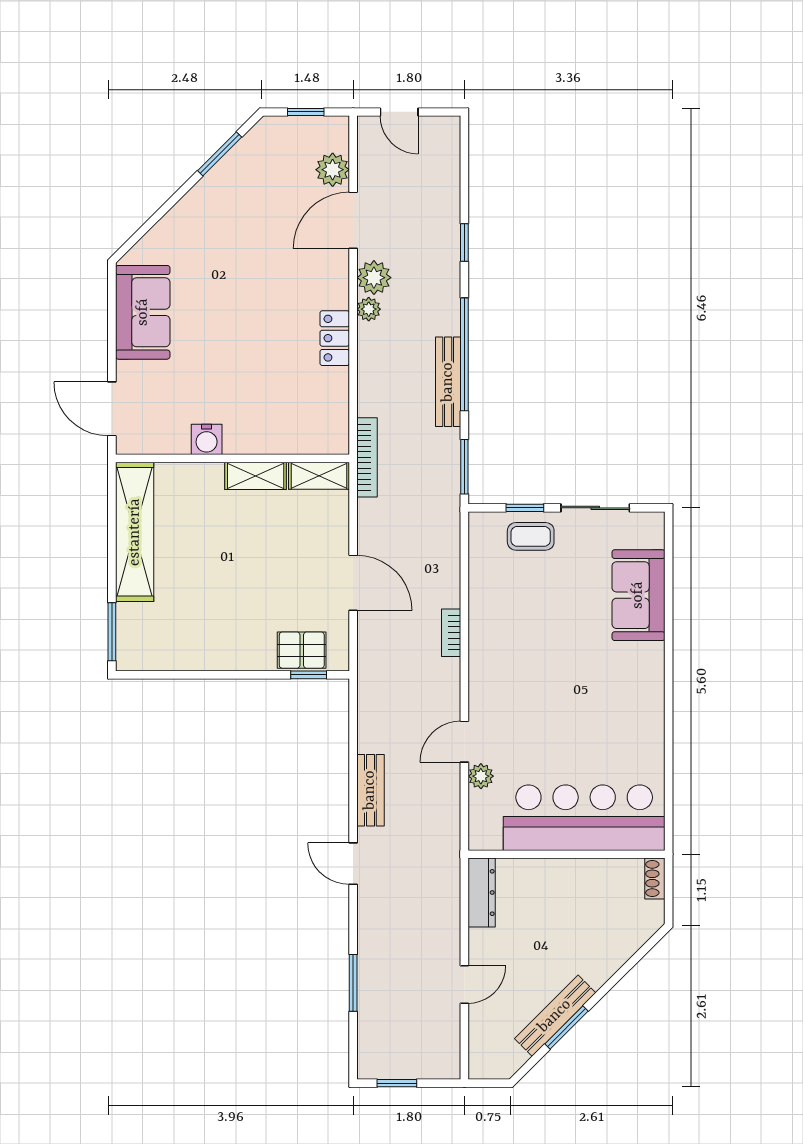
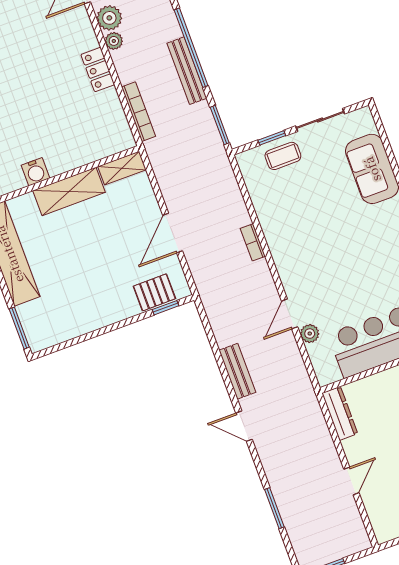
bookcase: (367, 457) -> (139, 112), moved
shelving: (256, 476) -> (69, 191), width x1.50, depth x1.33
door: (353, 583) -> (173, 233), swing flipped

